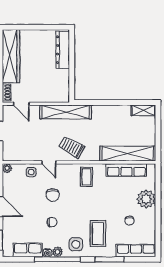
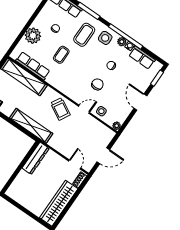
dresser: (63, 50) -> (36, 158), moved
shelving: (66, 112) -> (31, 126), moved
door: (49, 162) -> (84, 109), hinge flipped
coffee table: (86, 177) -> (61, 55), moved

